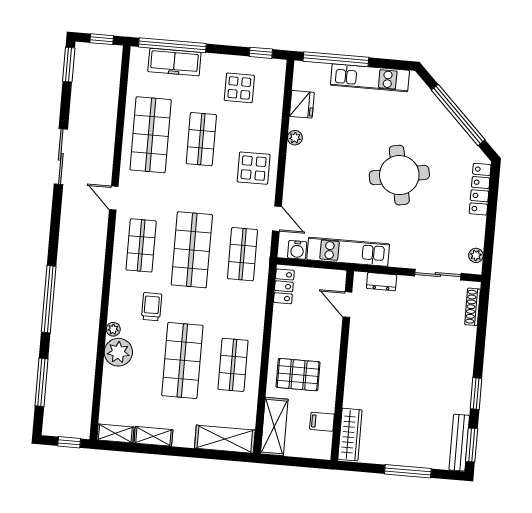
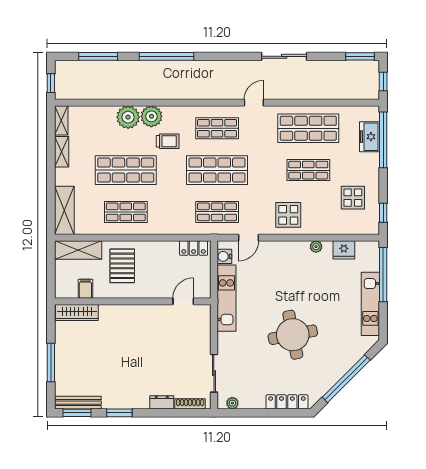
freezer: (174, 62) -> (370, 137), width x0.71
dresser: (382, 282) -> (162, 402), moved, turned 90
plant: (113, 329) -> (151, 116), width x1.88, depth x1.88

